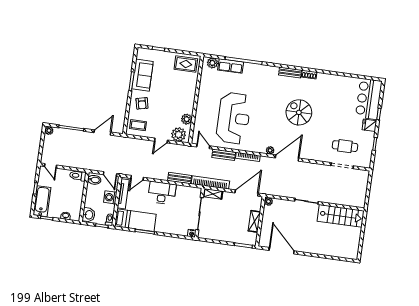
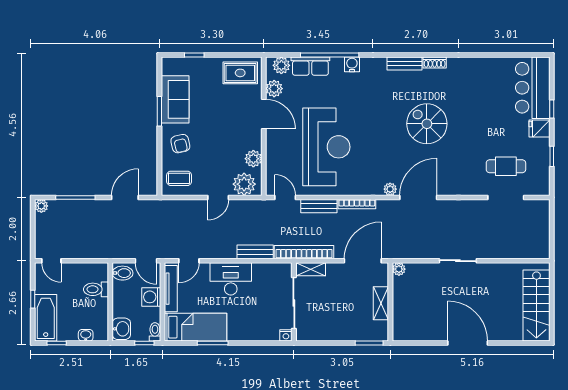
water cooler: (257, 68) -> (352, 64), added
plant: (206, 77) -> (274, 89), added
door: (197, 92) -> (264, 114), added
toilet: (78, 176) -> (96, 289), moved
stairs: (341, 216) -> (536, 305), moved, turned 90
door: (282, 251) -> (468, 343), moved

